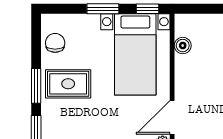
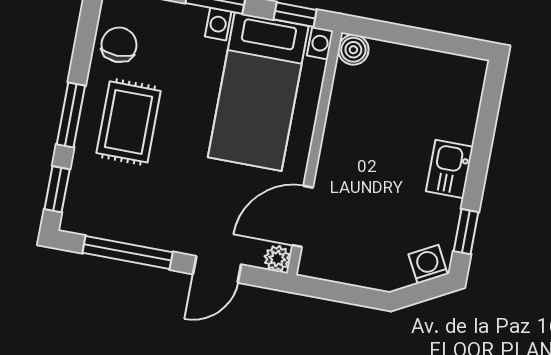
boiler: (183, 46) -> (353, 50), moved
rug: (68, 84) -> (129, 122), turned 90

